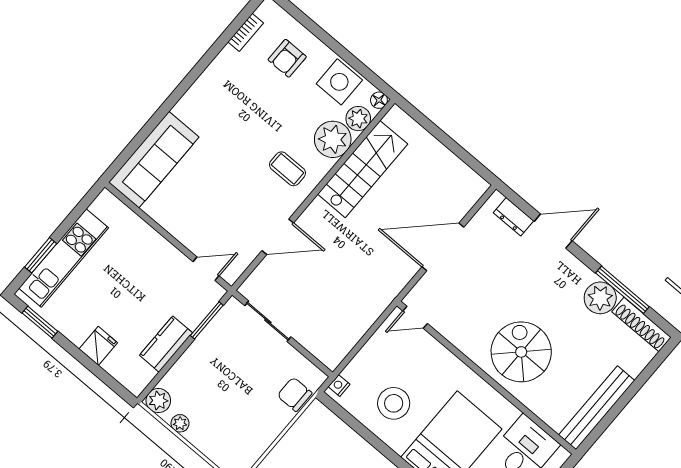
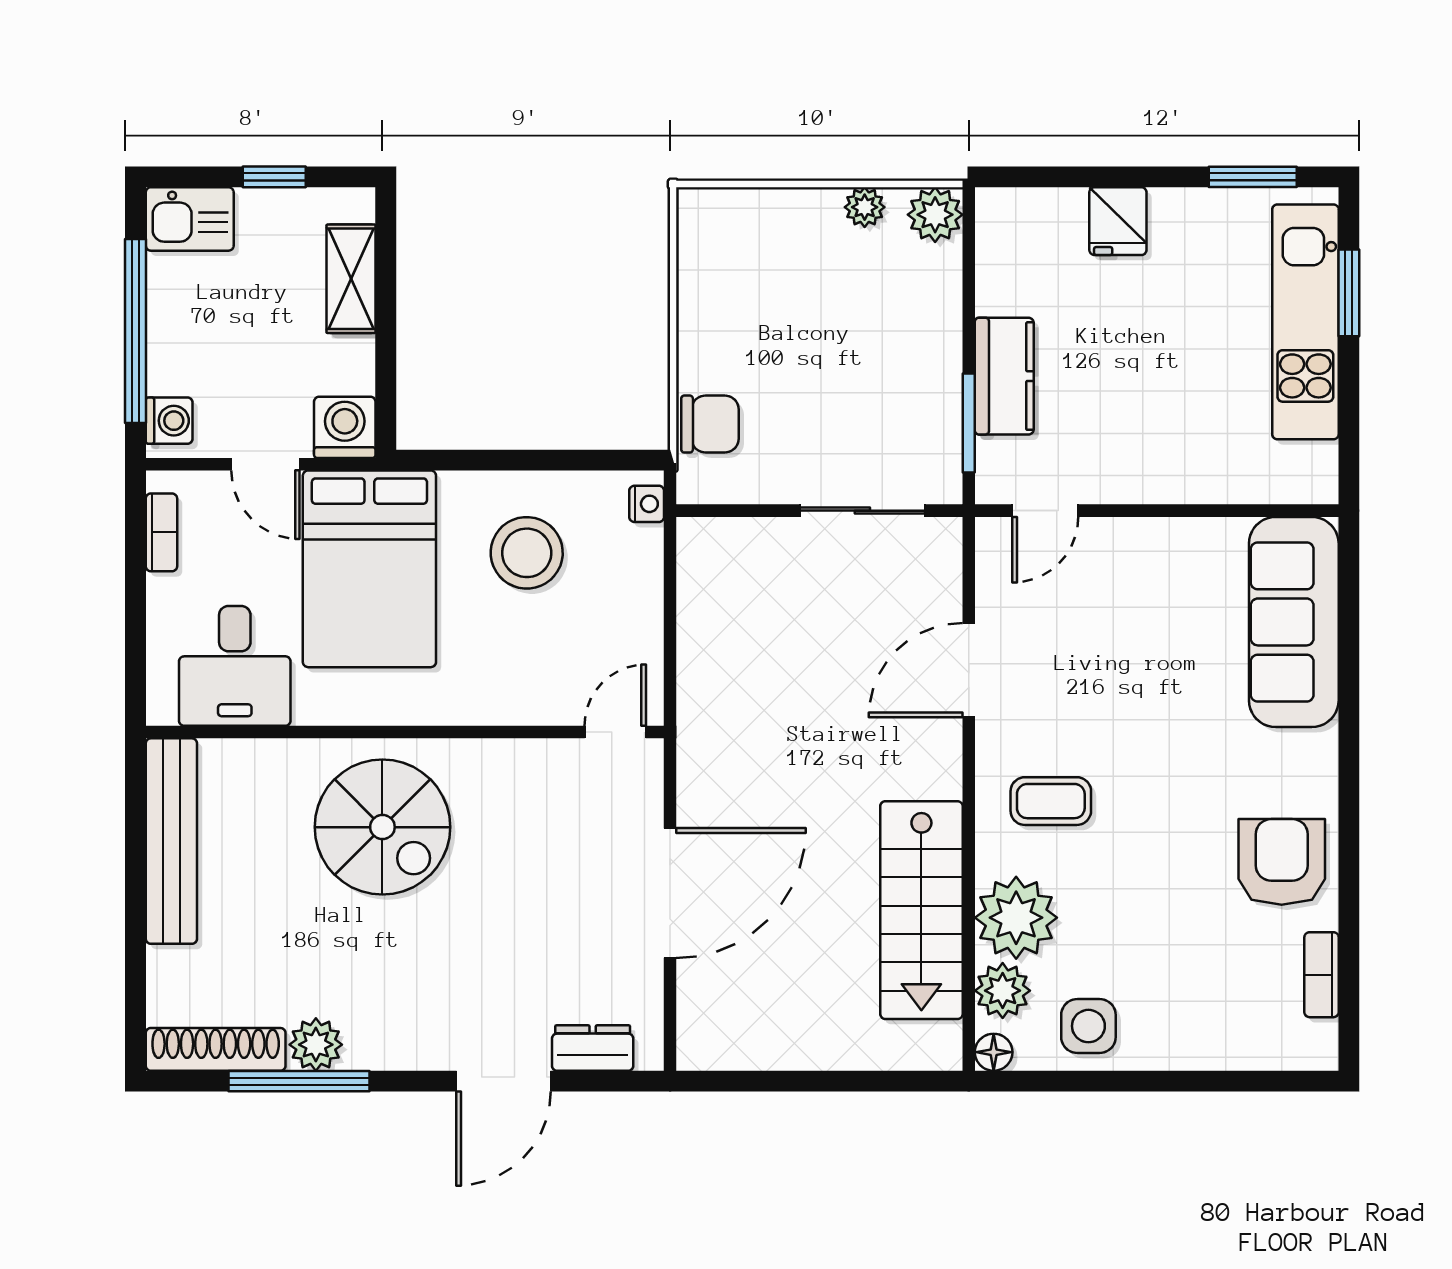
armchair: (287, 58) -> (1282, 862), moved, width x1.38, depth x1.38
side table: (339, 82) -> (1088, 1026), width x0.73, depth x0.73
plant: (600, 298) -> (316, 1045), width x0.73, depth x0.73
kitchen counter: (166, 344) -> (1004, 376), moved

